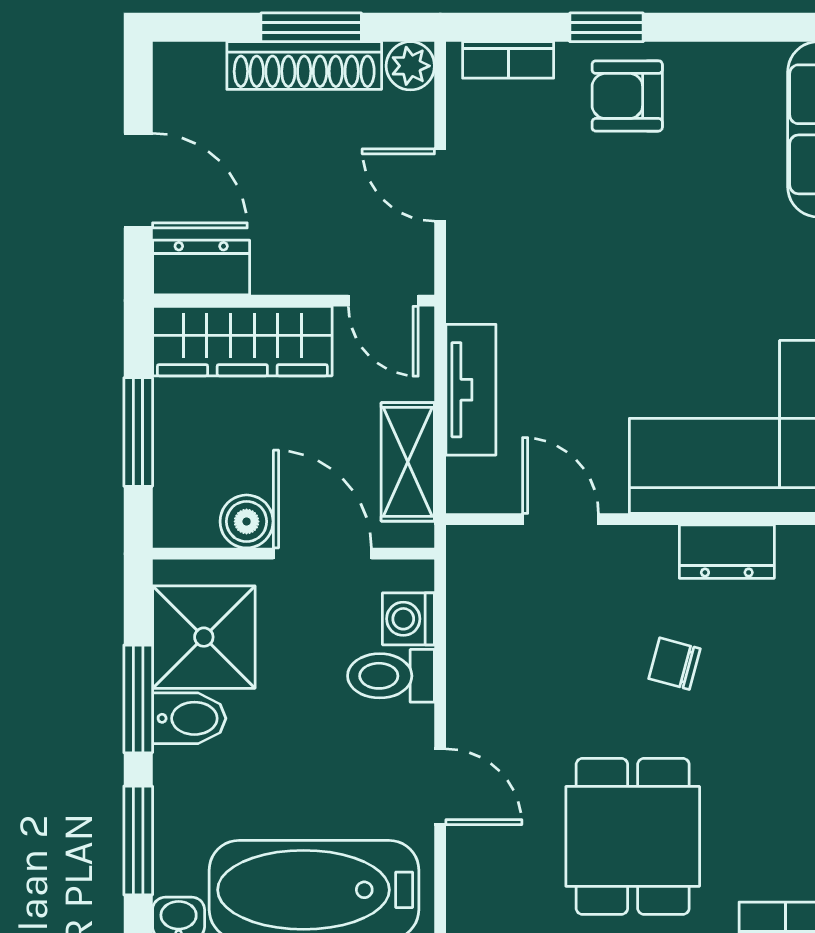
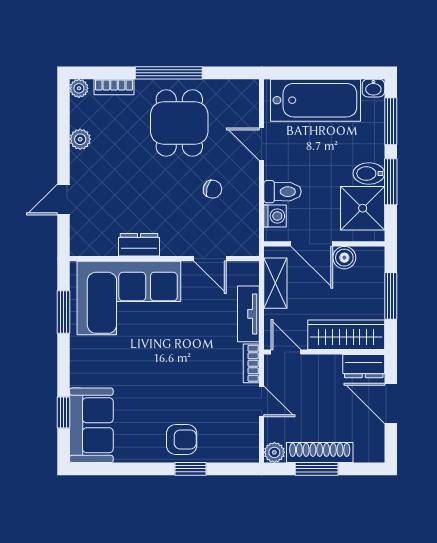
bookcase: (508, 60) -> (251, 363), moved, turned -90
chair: (675, 664) -> (212, 189), moved

